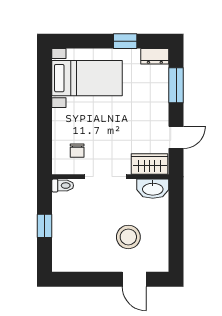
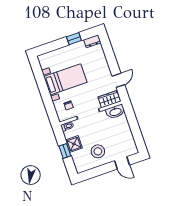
bed with nightstands: (87, 78) -> (65, 79), moved
window: (176, 85) -> (109, 53), removed
shower: (64, 219) -> (74, 144), added
stool: (128, 237) -> (98, 151), moved

